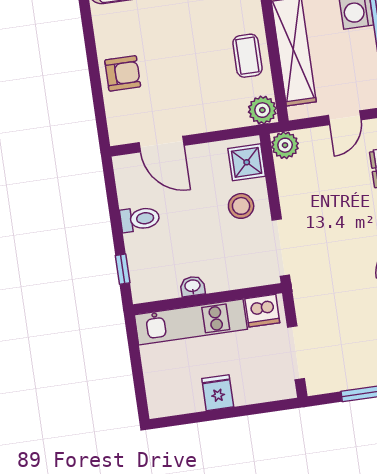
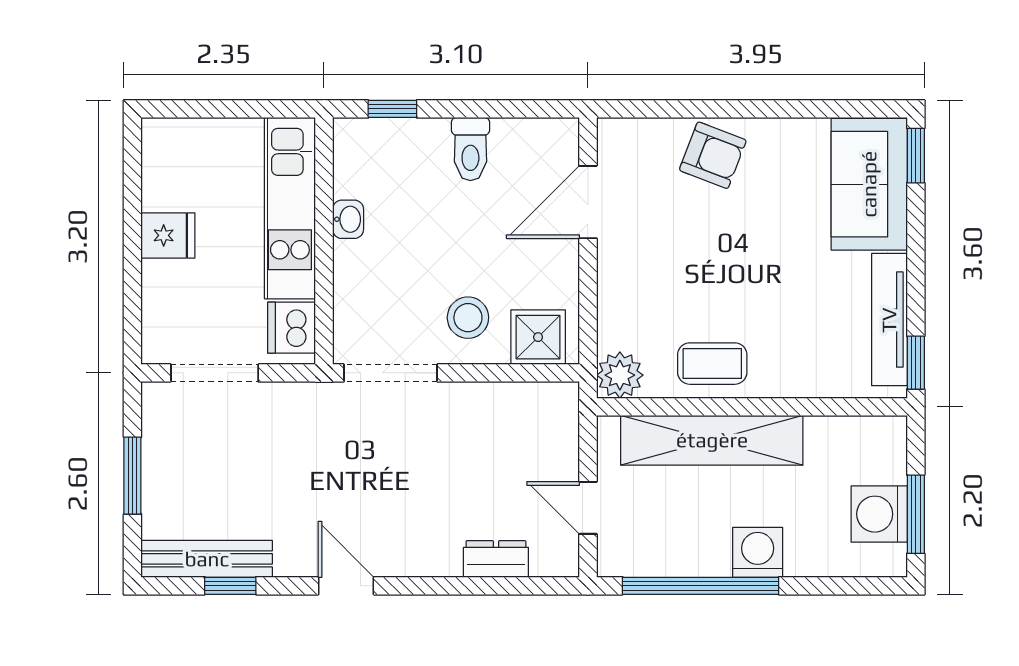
armchair: (123, 73) -> (713, 155), turned -69
plant: (285, 145) -> (557, 404), removed

